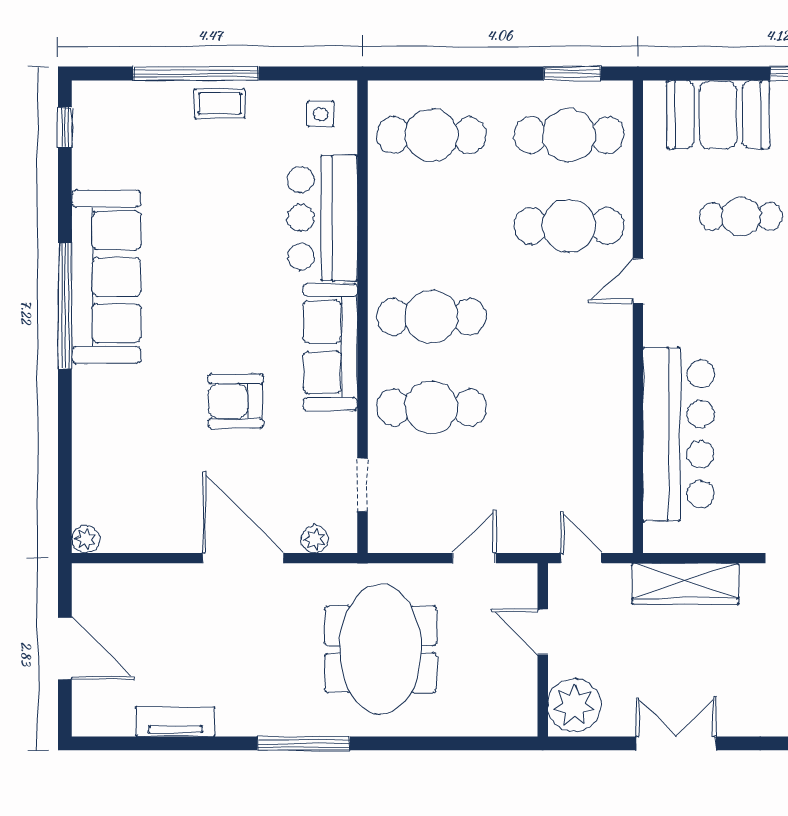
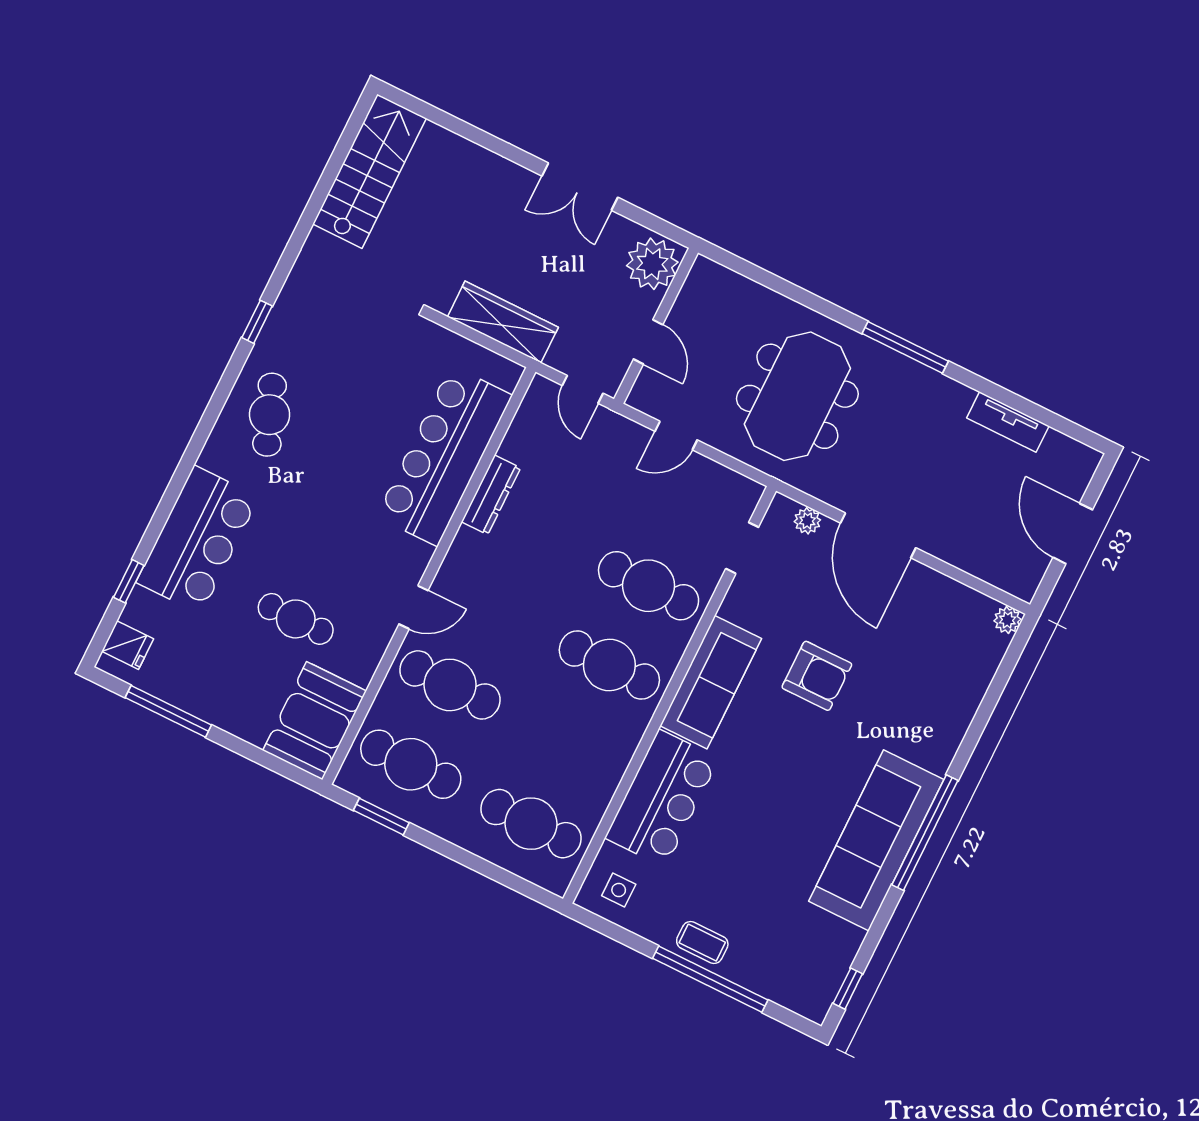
booth: (718, 115) -> (315, 721), moved, turned 90
dresser: (618, 419) -> (491, 495), added

